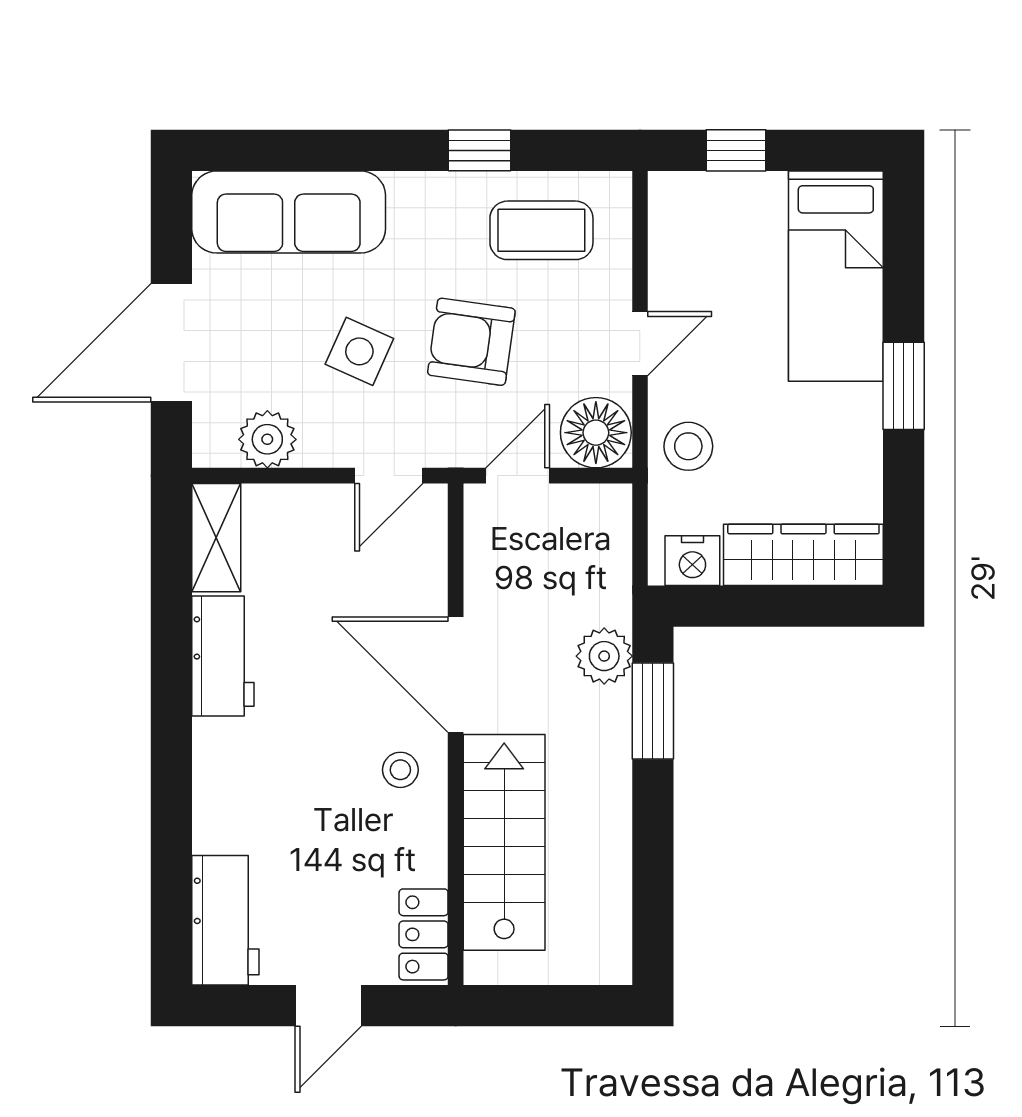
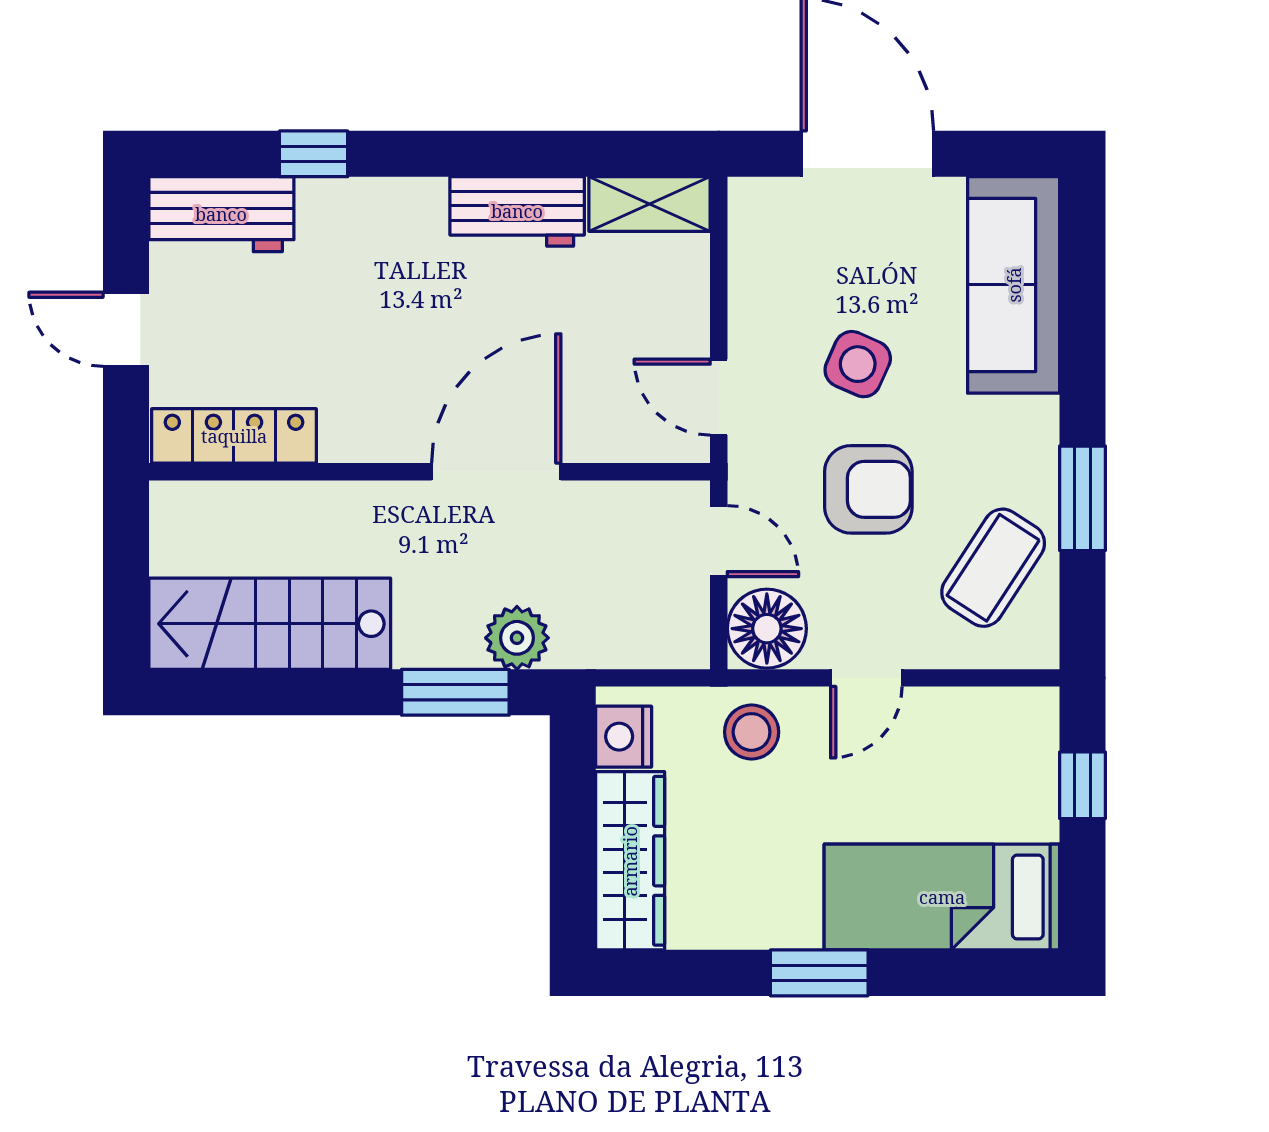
window: (479, 150) -> (1082, 498), width x1.50
coffee table: (541, 230) -> (993, 568), turned 33
armchair: (471, 342) -> (868, 489), turned 82
door: (640, 344) -> (866, 678), hinge flipped
plant: (267, 439) -> (759, 261), removed
stool: (400, 770) -> (390, 410), removed
window: (171, 838) -> (314, 154), added
stairs: (504, 842) -> (270, 624), moved, turned 180
locker: (424, 934) -> (234, 436), width x1.53

